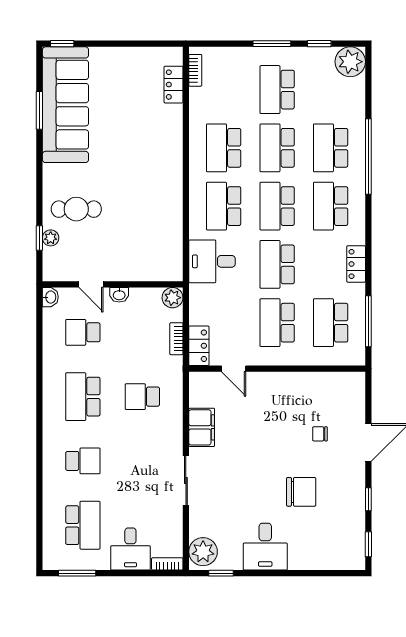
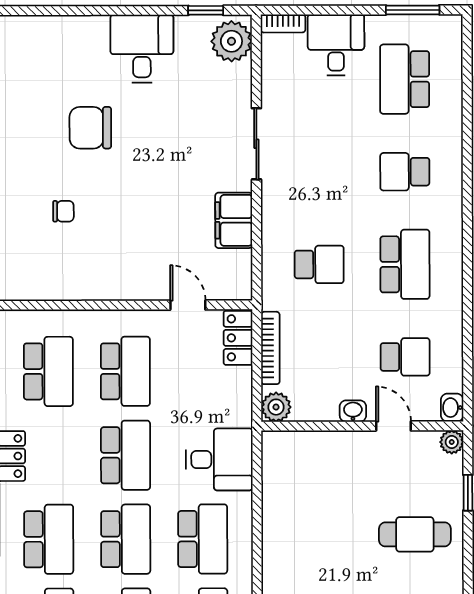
plant: (51, 238) -> (452, 442), moved
bookcase: (176, 339) -> (270, 348), width x1.56

